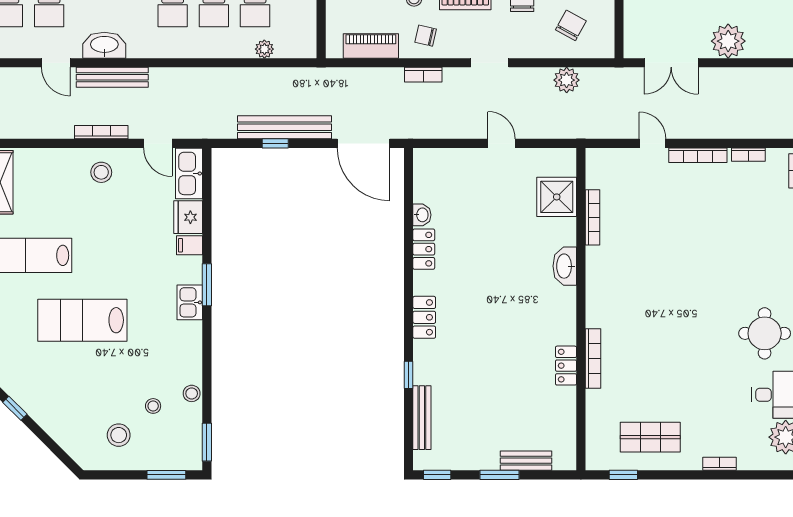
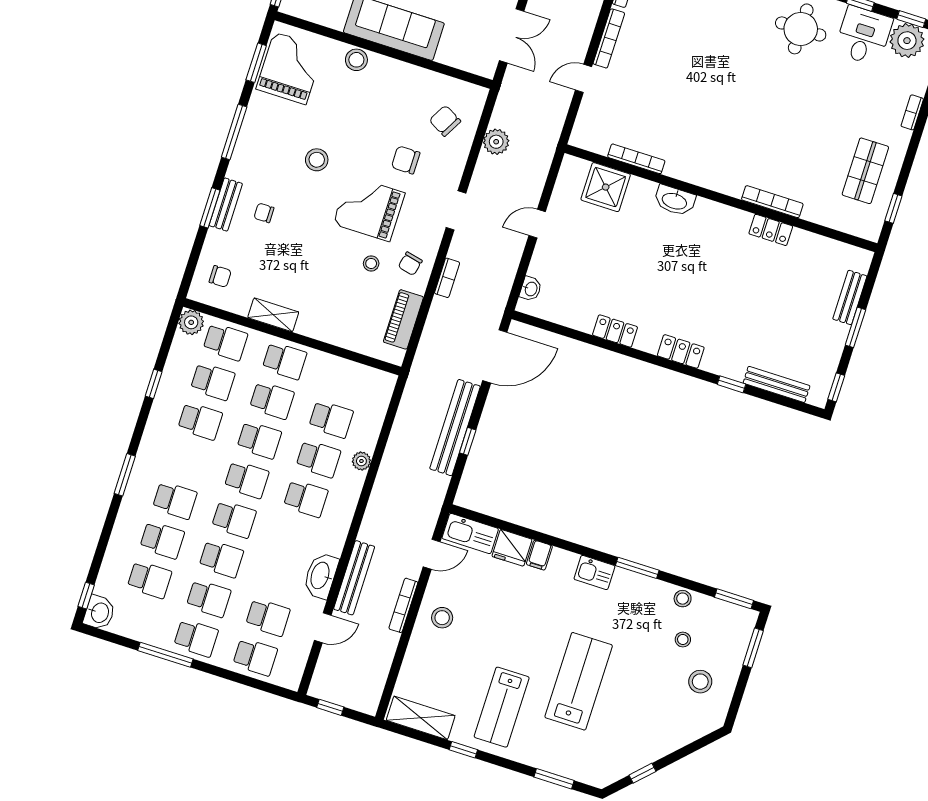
plant: (264, 49) -> (361, 461), moved
washbasin: (422, 215) -> (531, 289), moved, turned 90
window: (207, 285) -> (637, 568), moved
lab bench: (82, 320) -> (579, 681), turned 180

